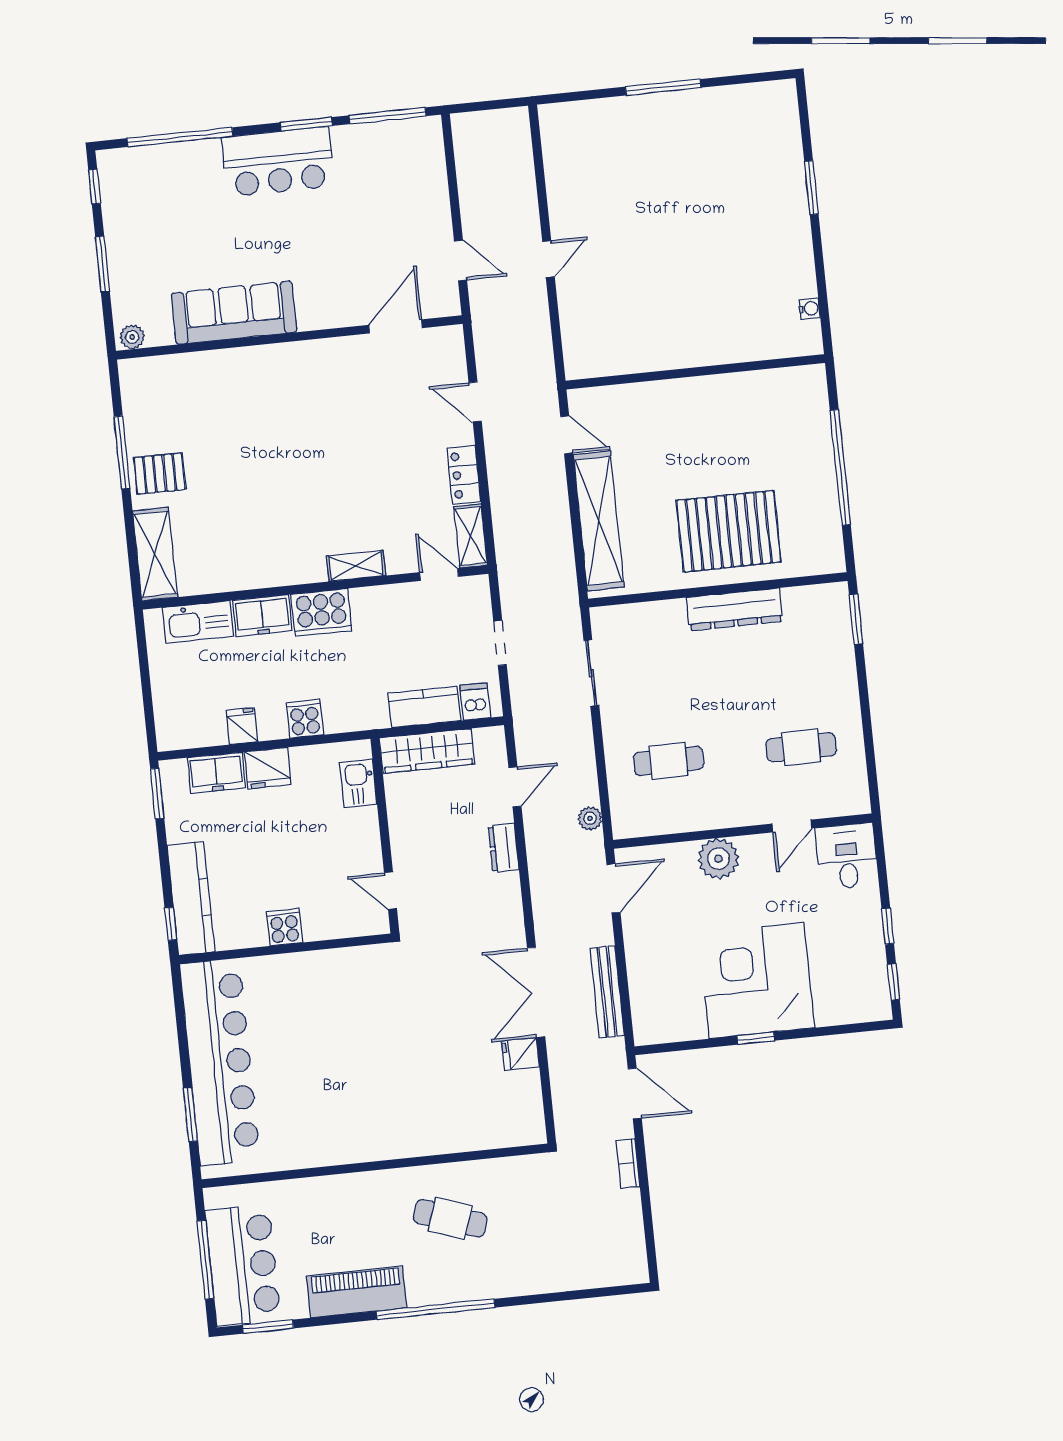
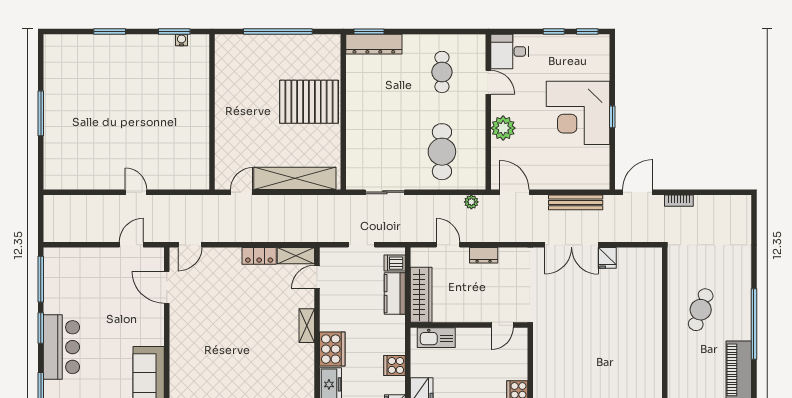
window: (822, 295) -> (174, 31), added
door: (475, 402) -> (190, 245), moved
pallet: (729, 531) -> (309, 102), turned 90
dresser: (735, 609) -> (374, 44), moved, turned 90
cafe table: (669, 761) -> (442, 152), width x1.37, depth x1.35
kitchen sink: (358, 783) -> (436, 338), width x1.38

